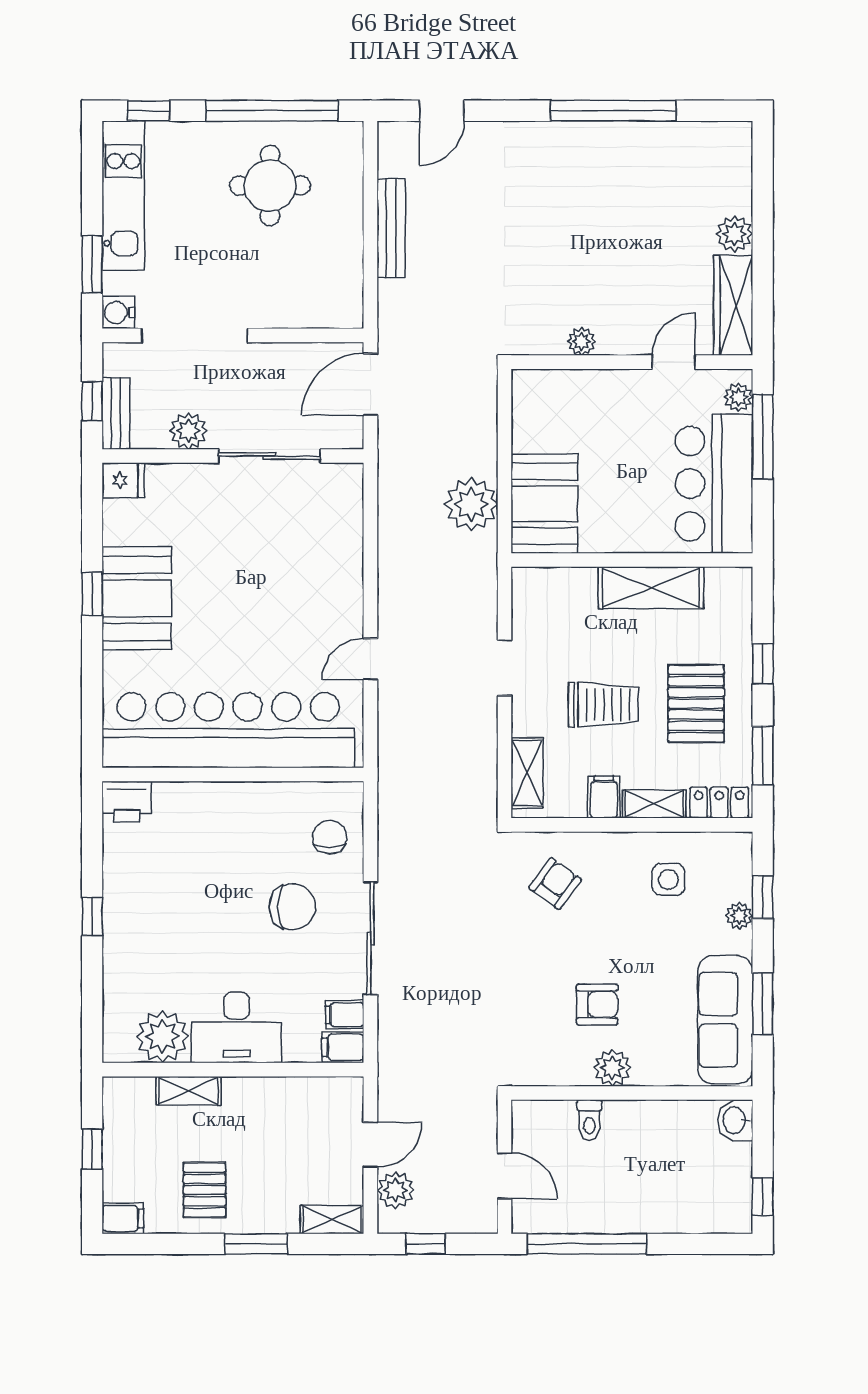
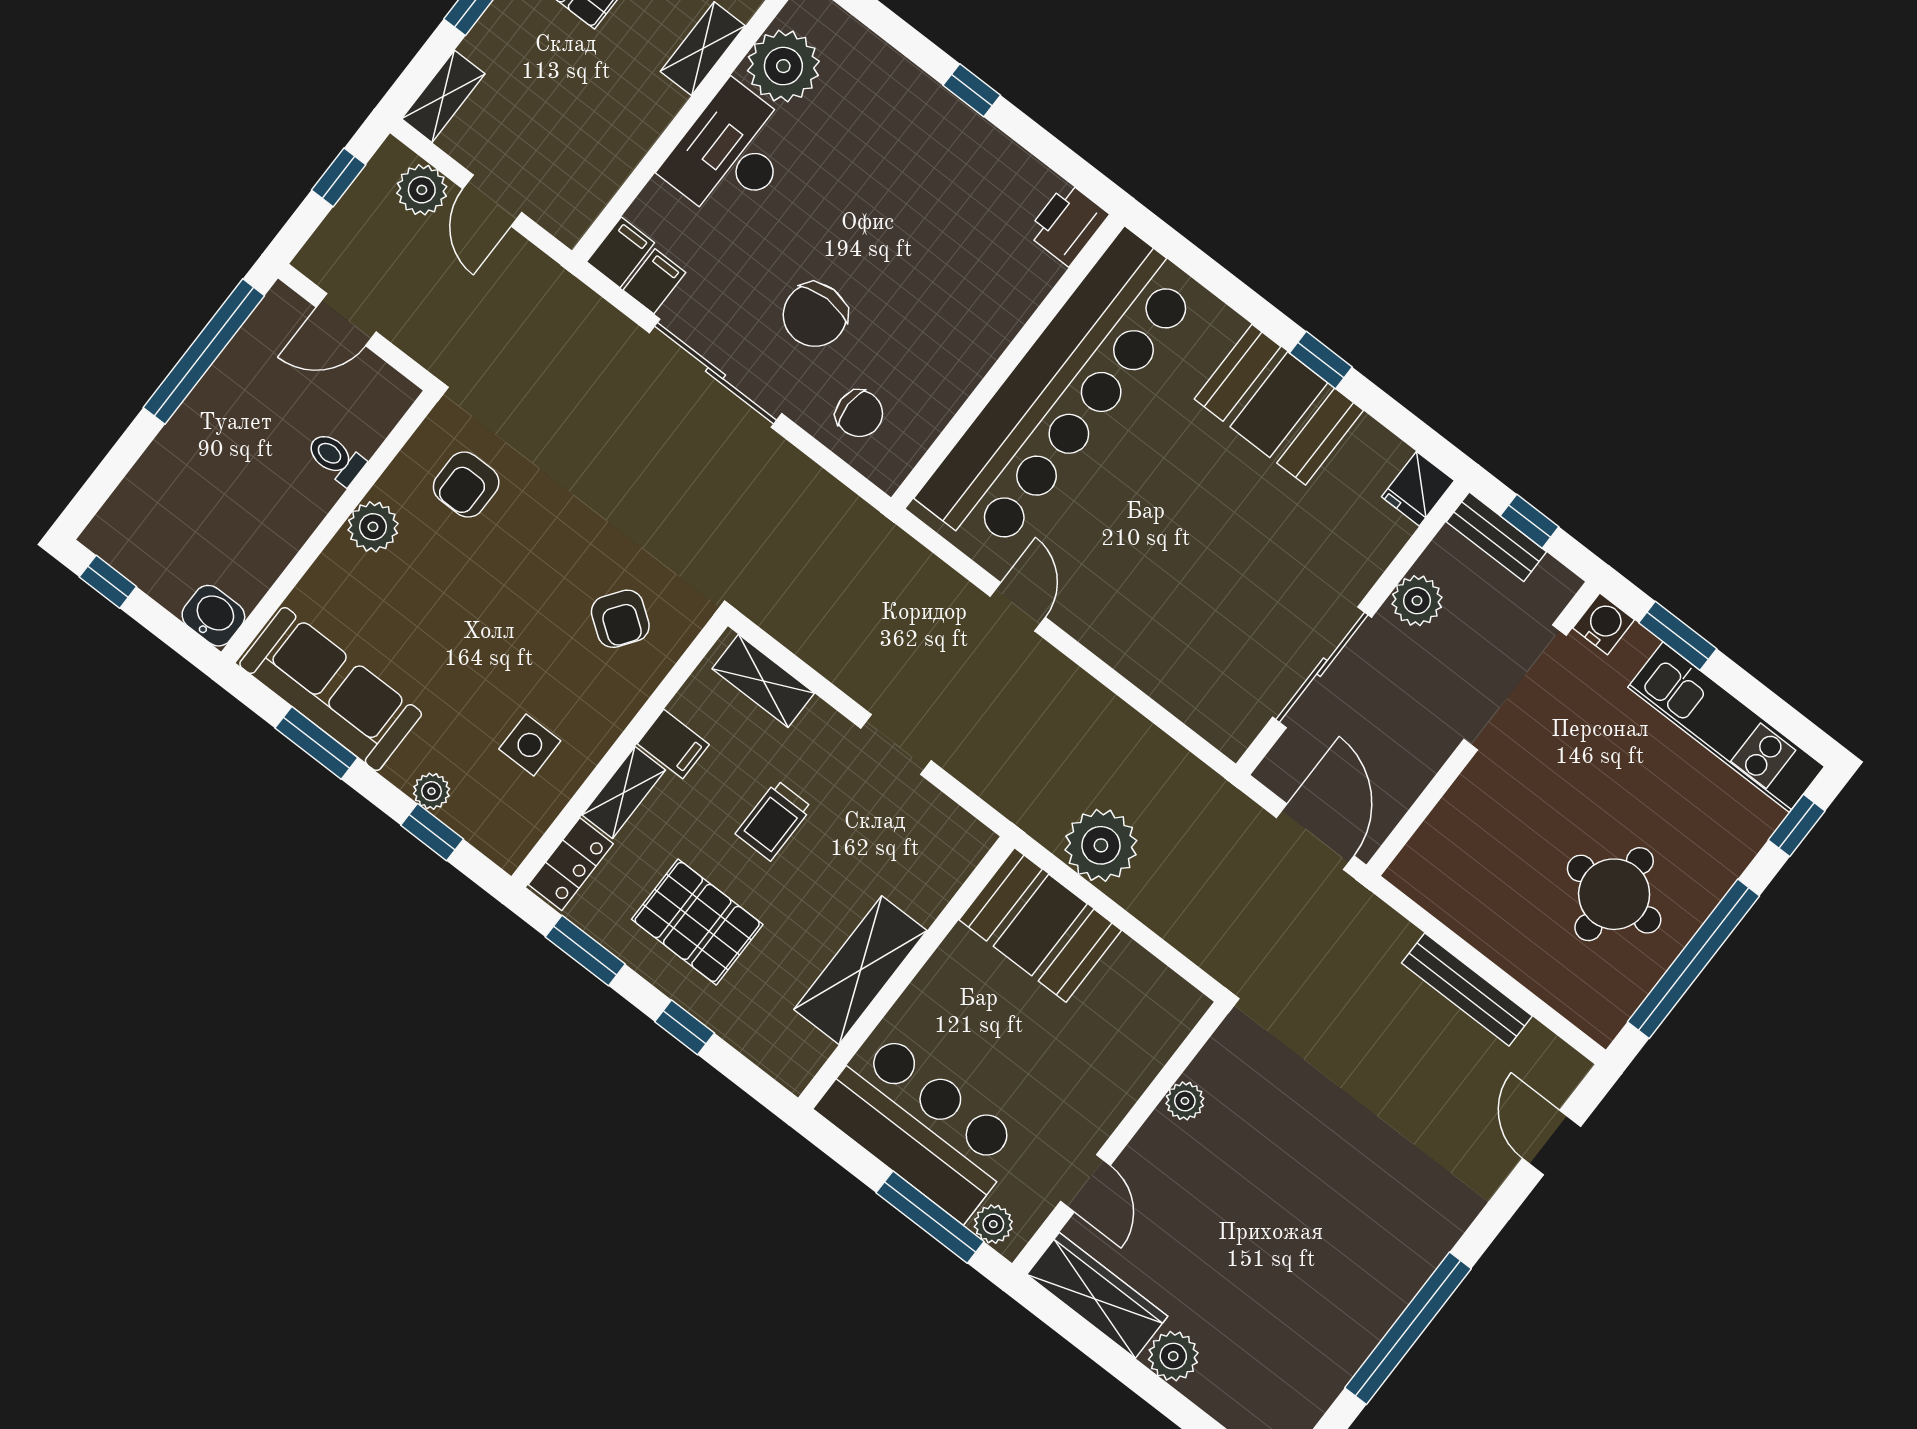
trolley: (603, 705) -> (774, 821), width x0.73, depth x0.72
armchair: (597, 1004) -> (466, 485), moved

